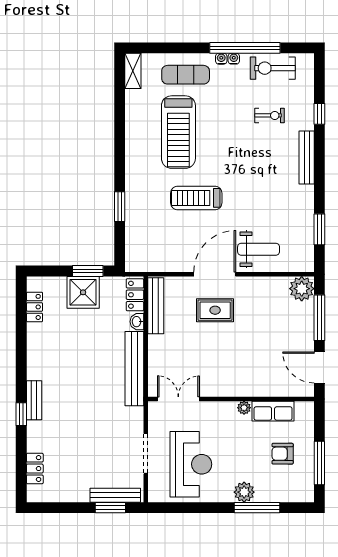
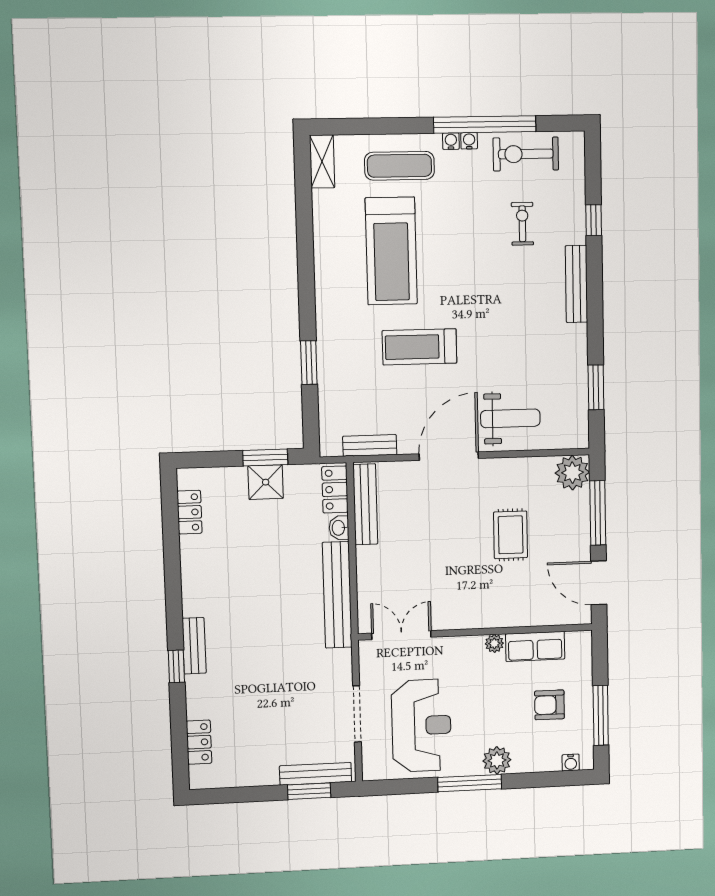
exercise bike: (269, 115) -> (522, 224), turned -90
bench: (160, 265) -> (370, 445), added
shower: (83, 292) -> (266, 482), width x0.73, depth x0.73
rug: (215, 310) -> (511, 535), moved, turned 90
water cooler: (297, 496) -> (571, 763), added
window: (257, 508) -> (470, 783), moved

